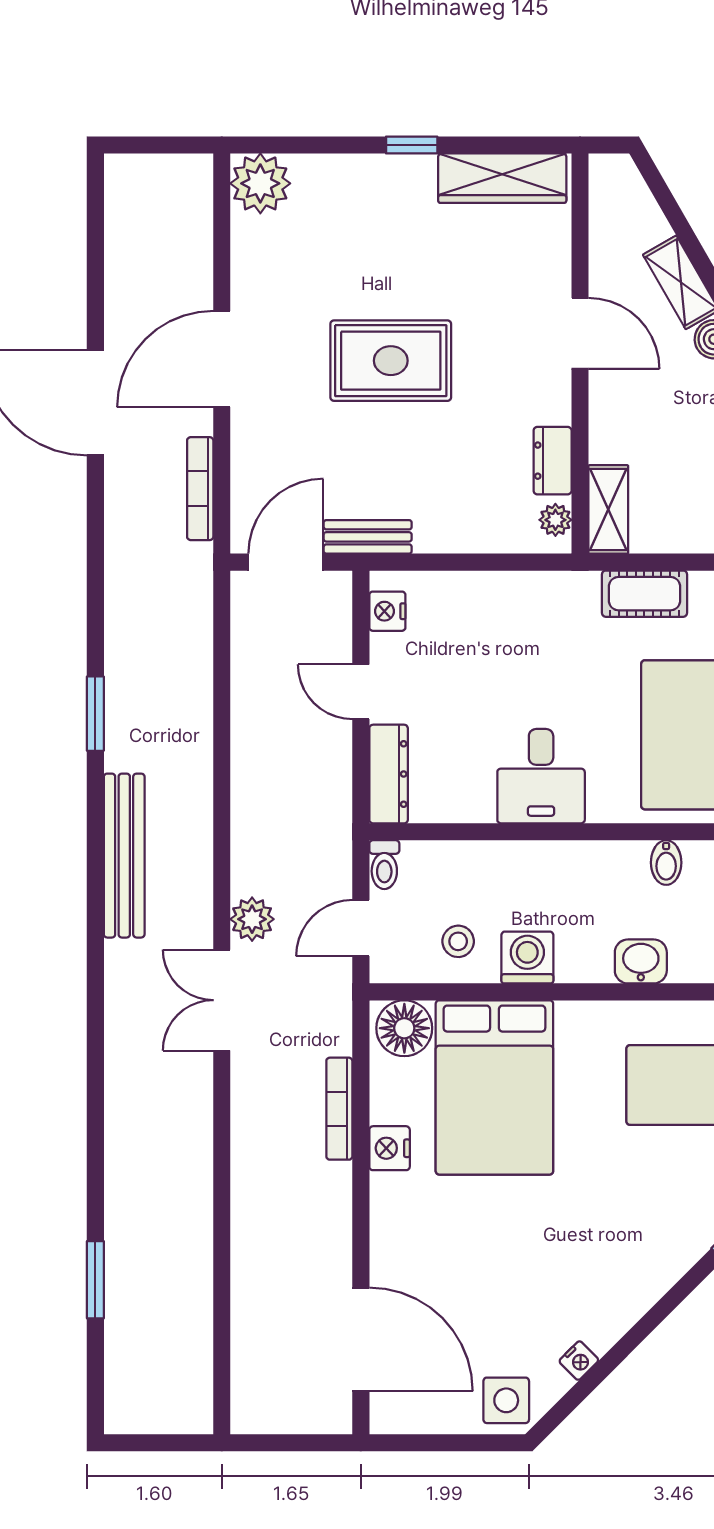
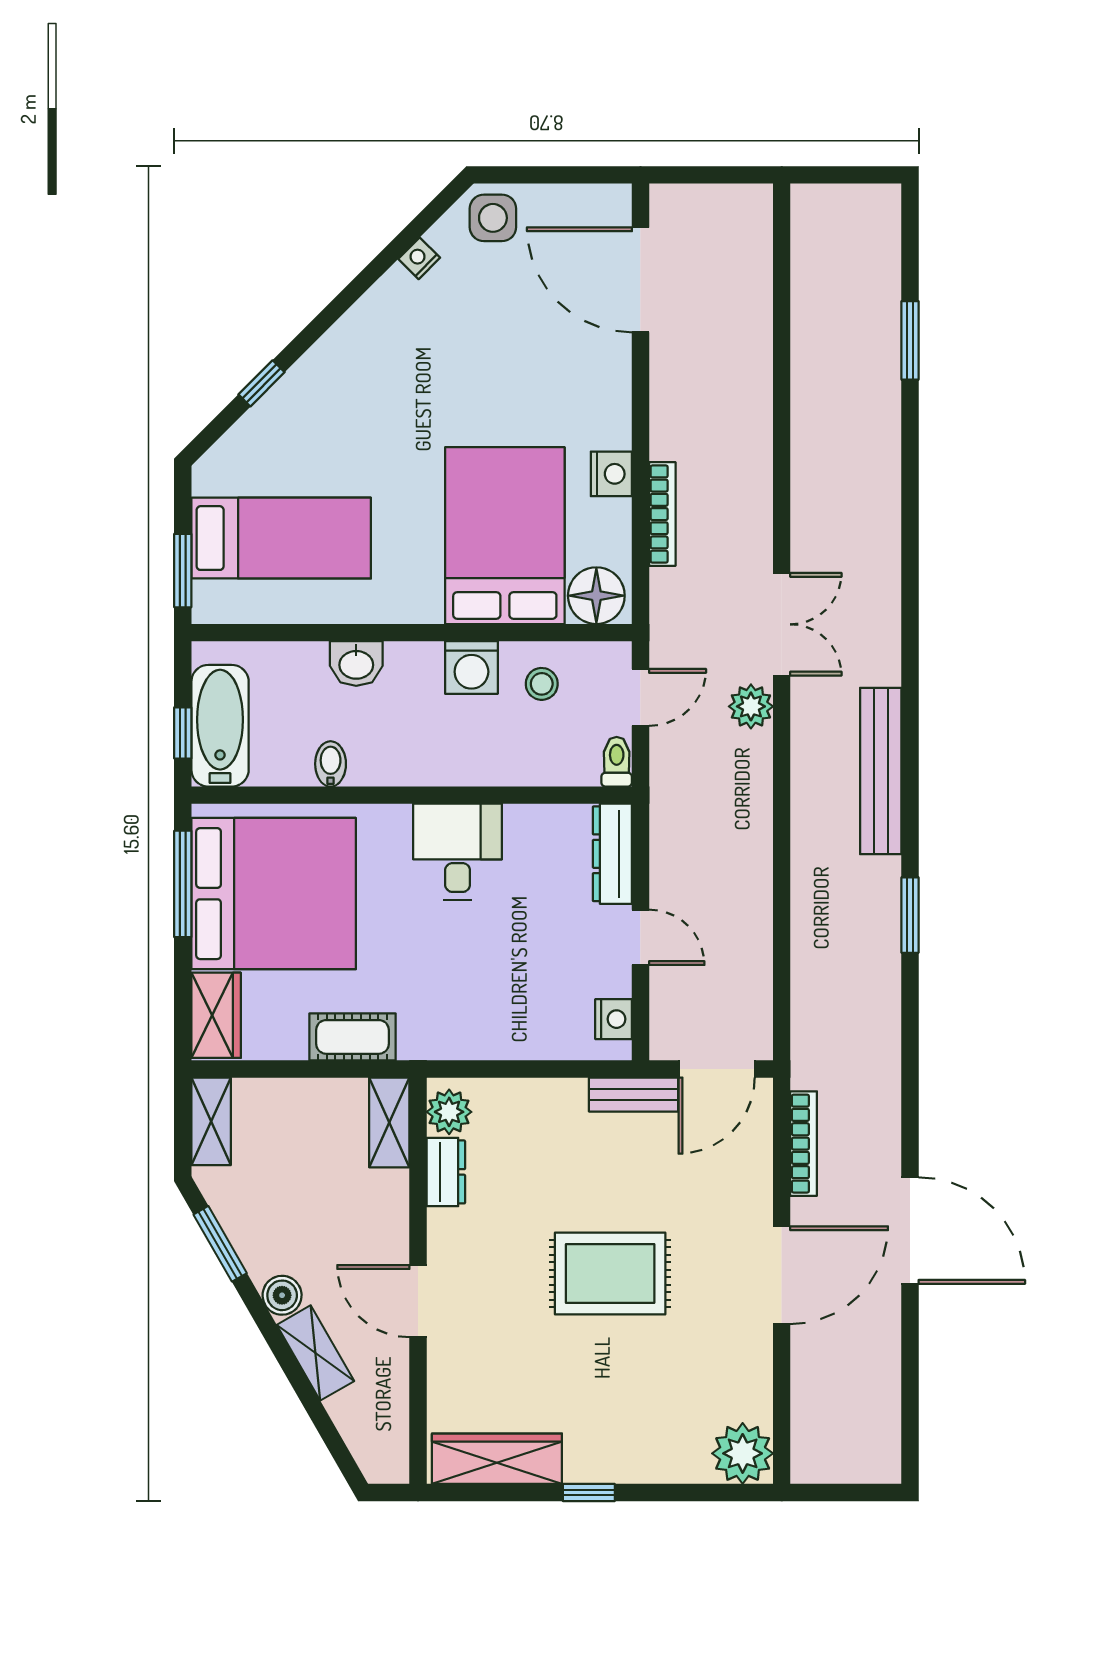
plant: (555, 520) -> (449, 1112), width x1.38, depth x1.38

